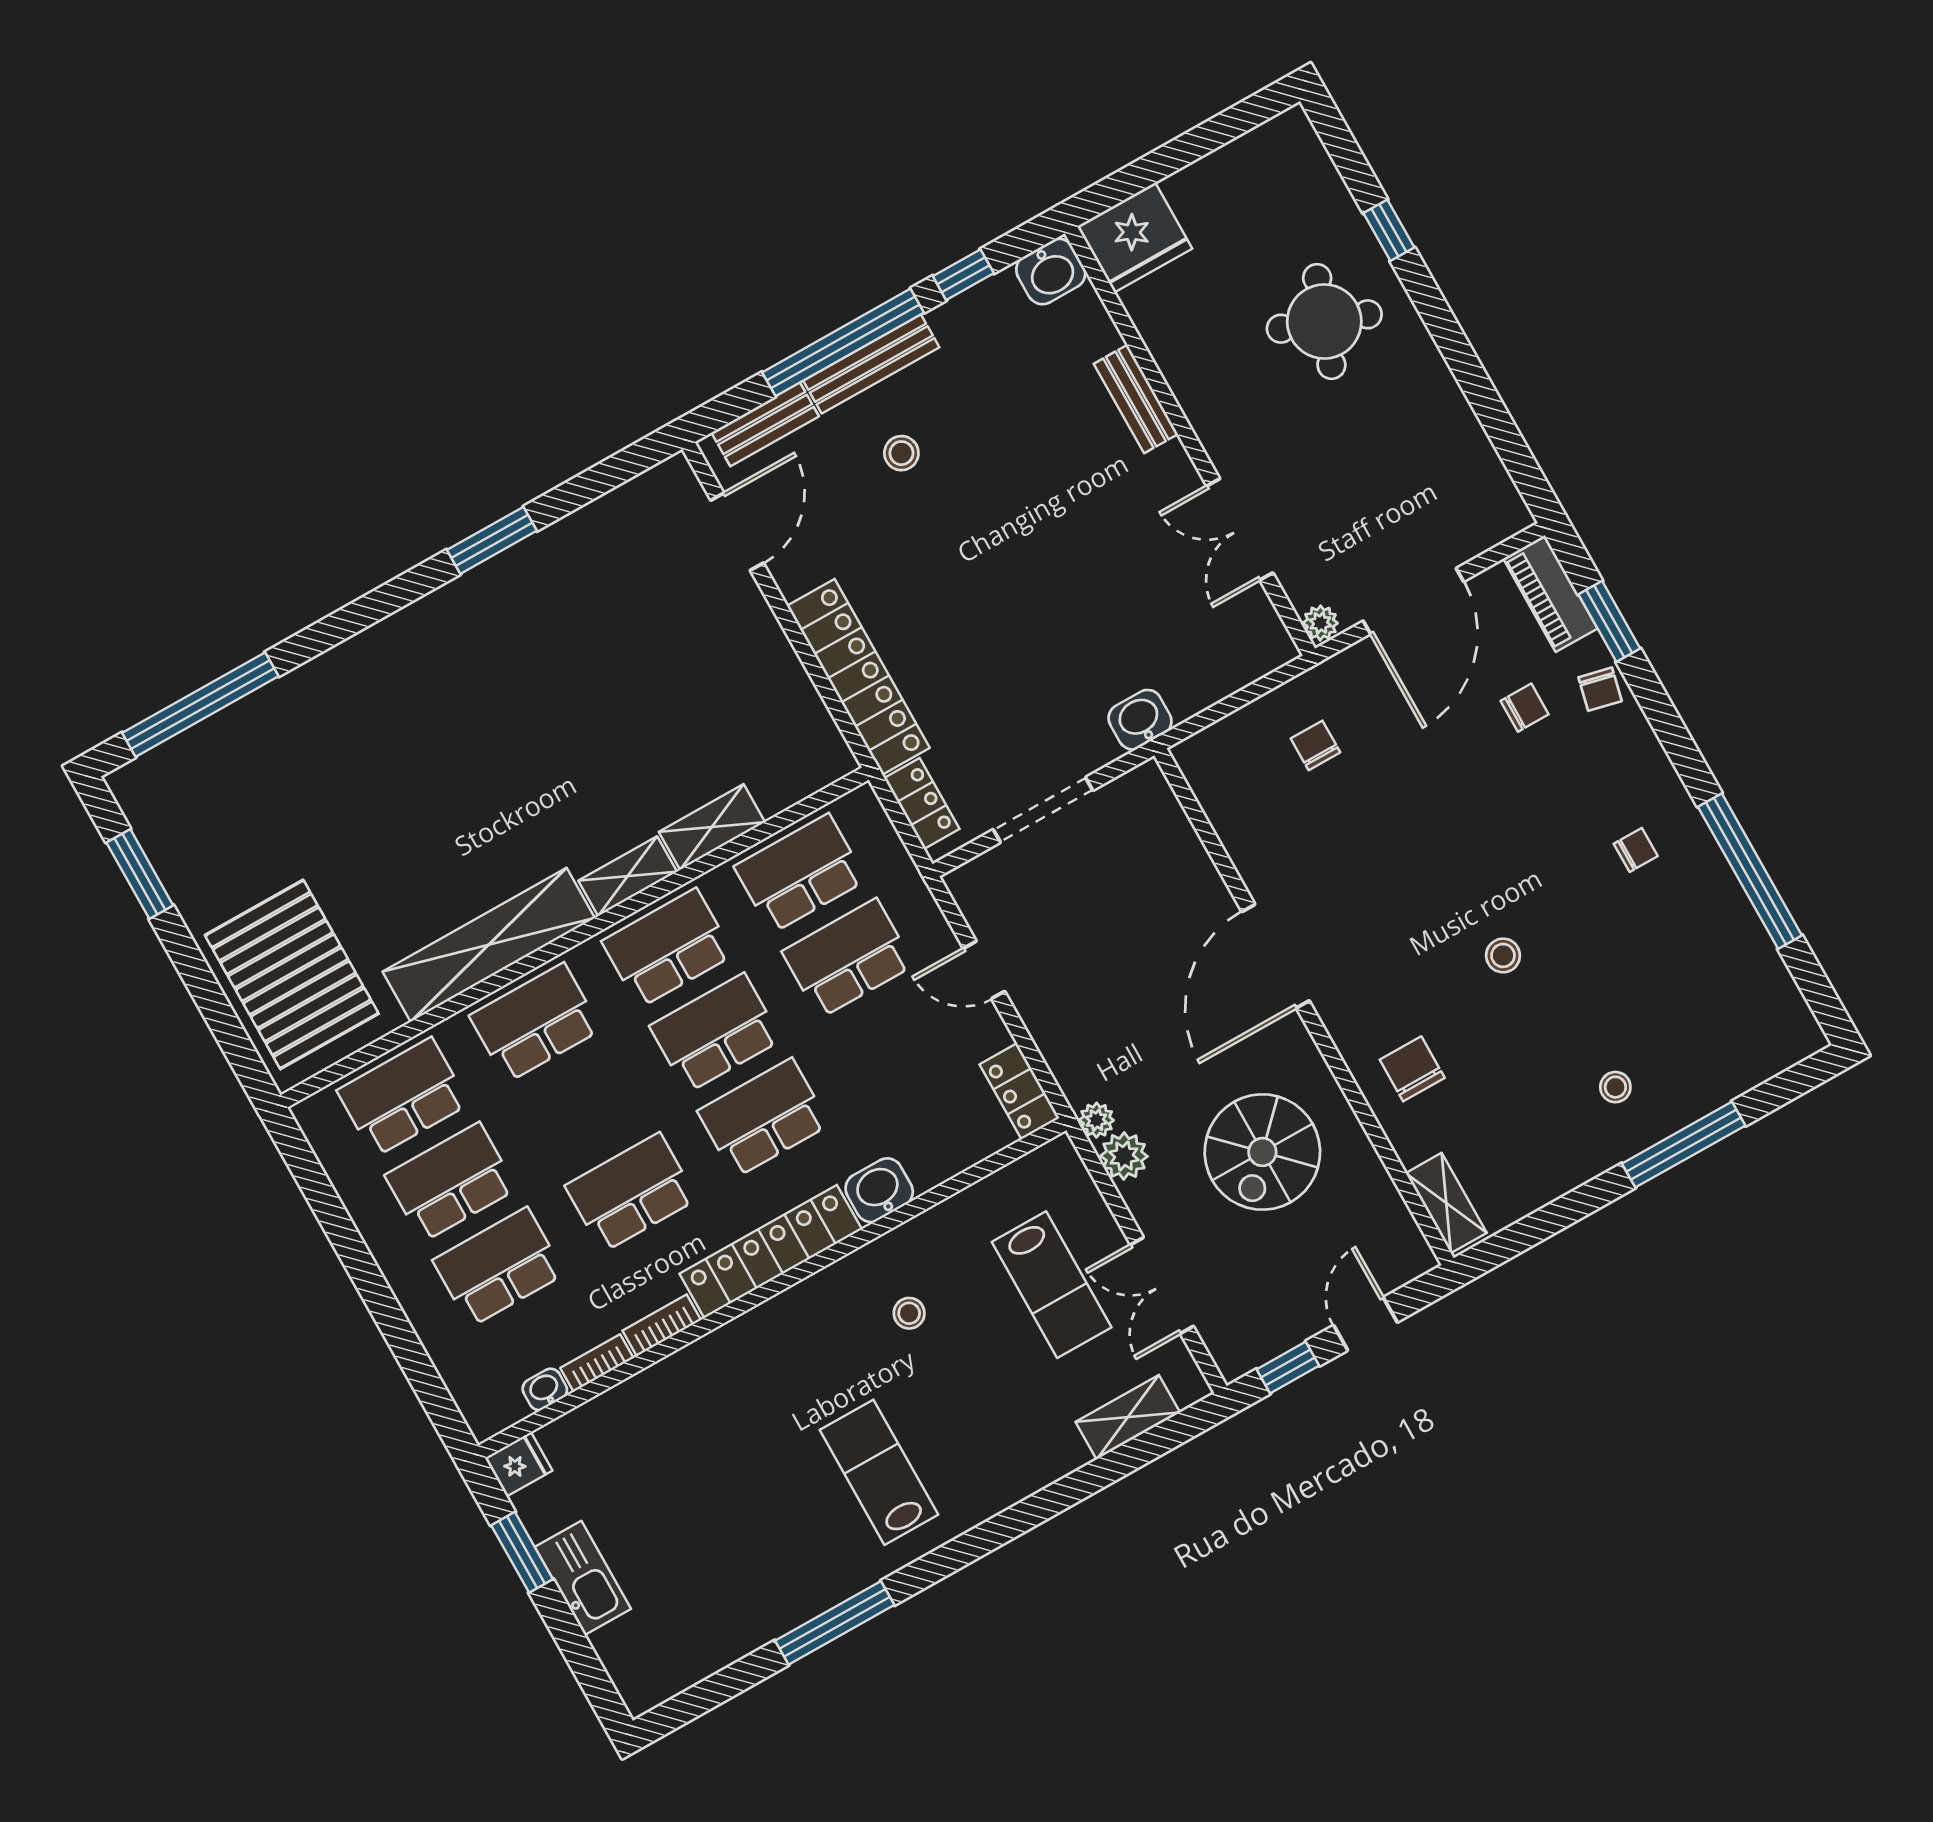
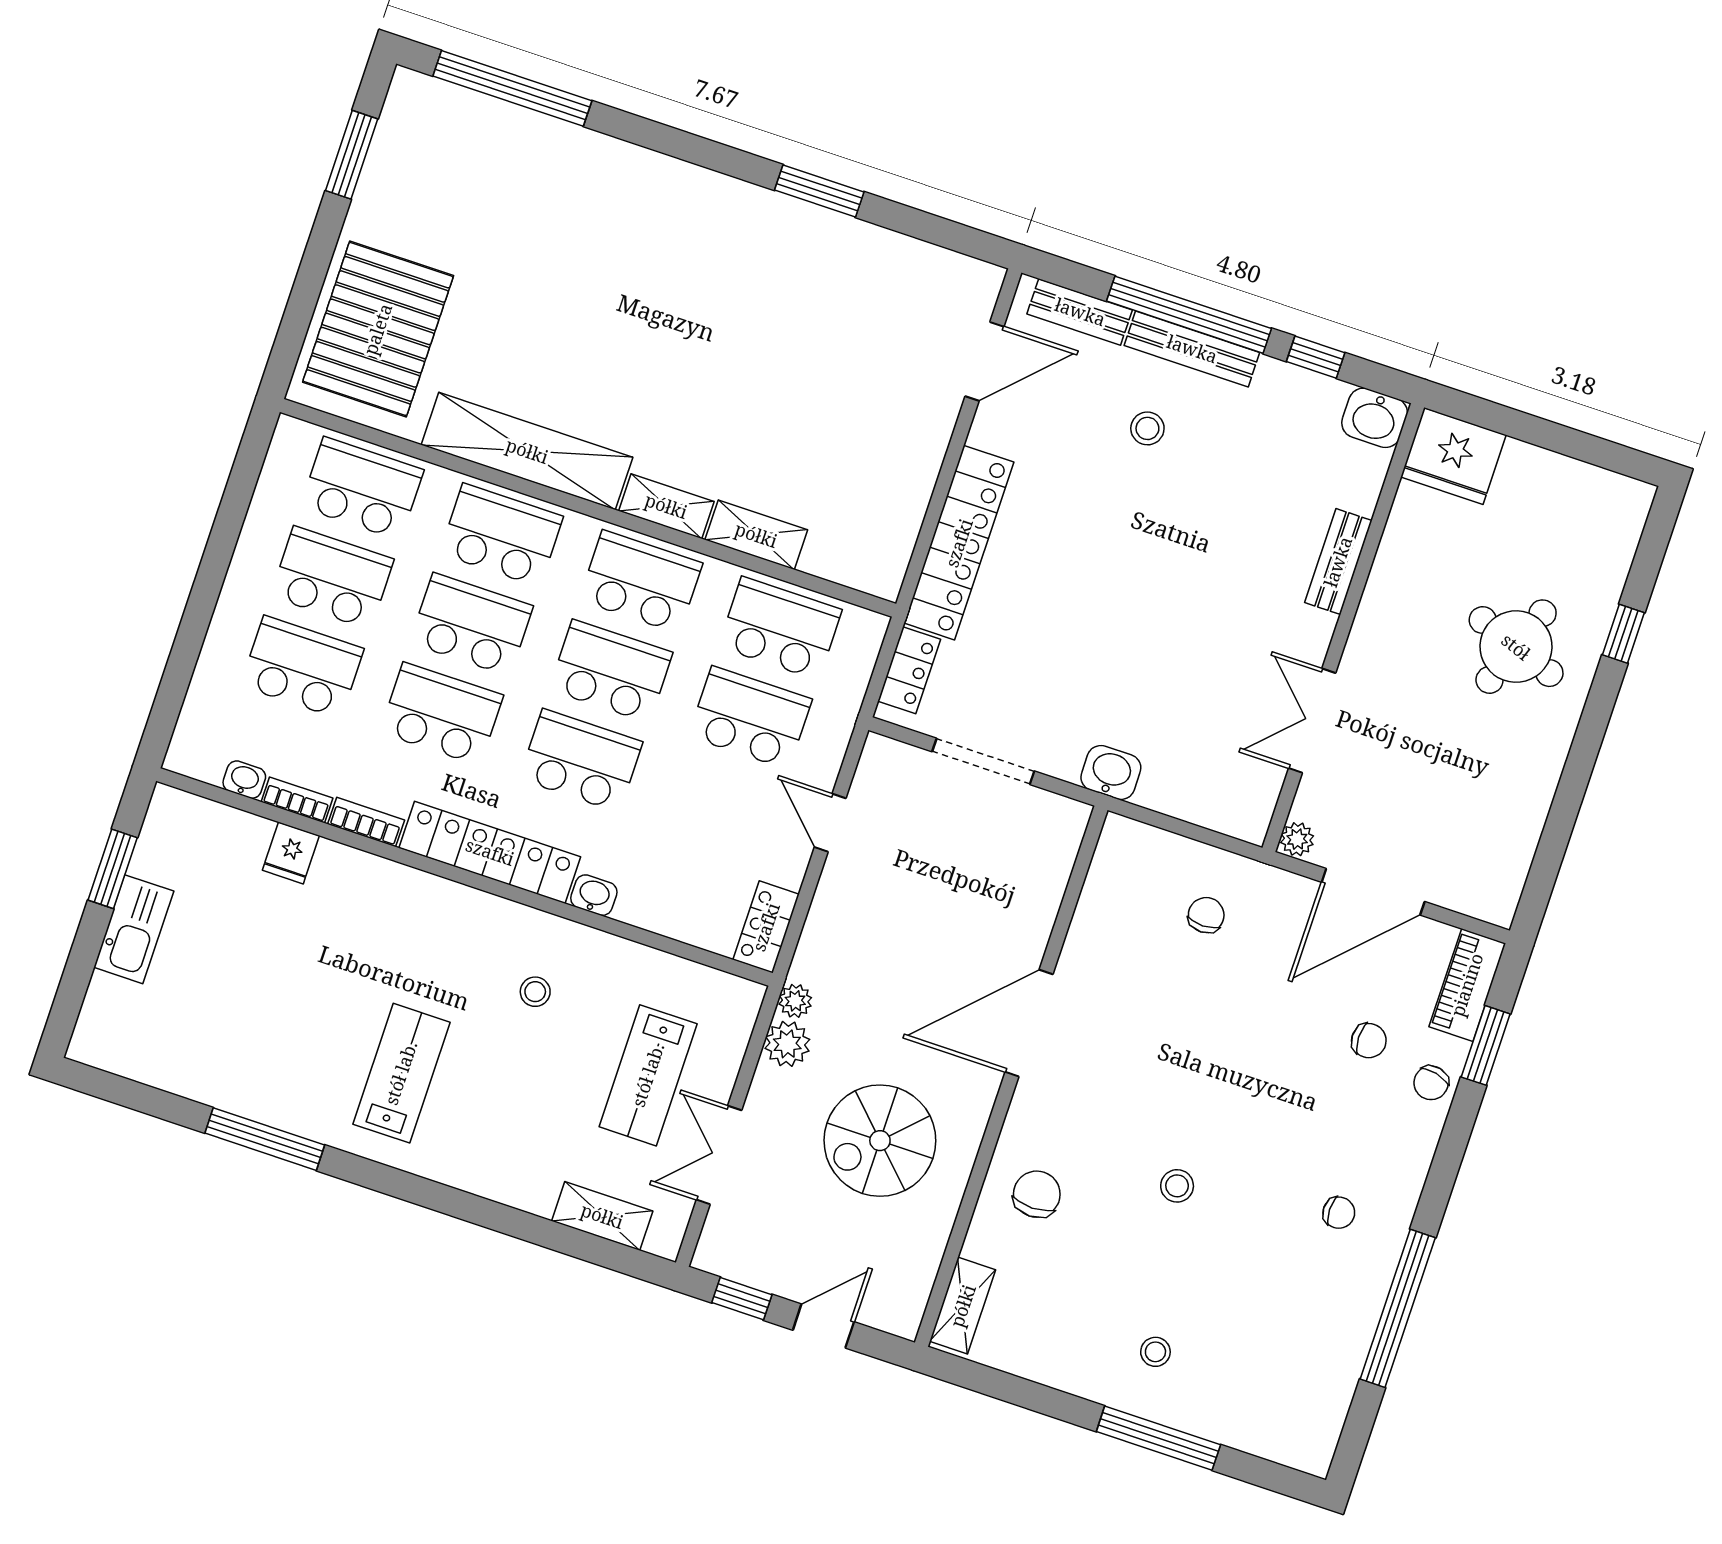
school desk: (583, 1108) -> (471, 624), added
washbasin: (879, 1190) -> (594, 895), width x0.72, depth x0.69
fridge: (519, 1464) -> (291, 853), moved, turned 90

